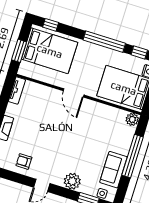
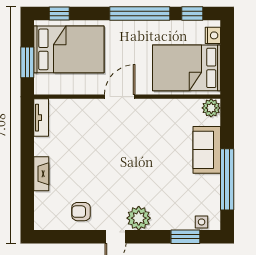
door: (74, 93) -> (120, 97), swing flipped
window: (132, 156) -> (227, 179), moved
sofa: (113, 170) -> (207, 150), moved
plant: (72, 181) -> (139, 218), moved

